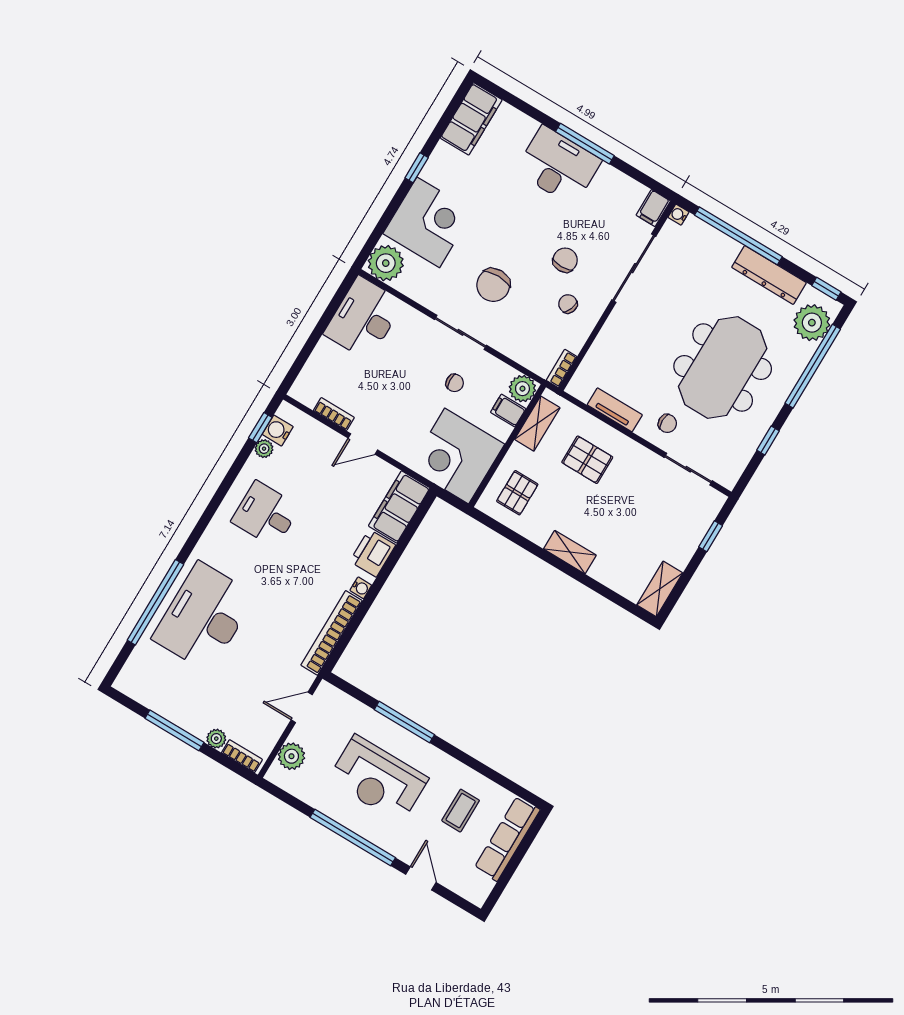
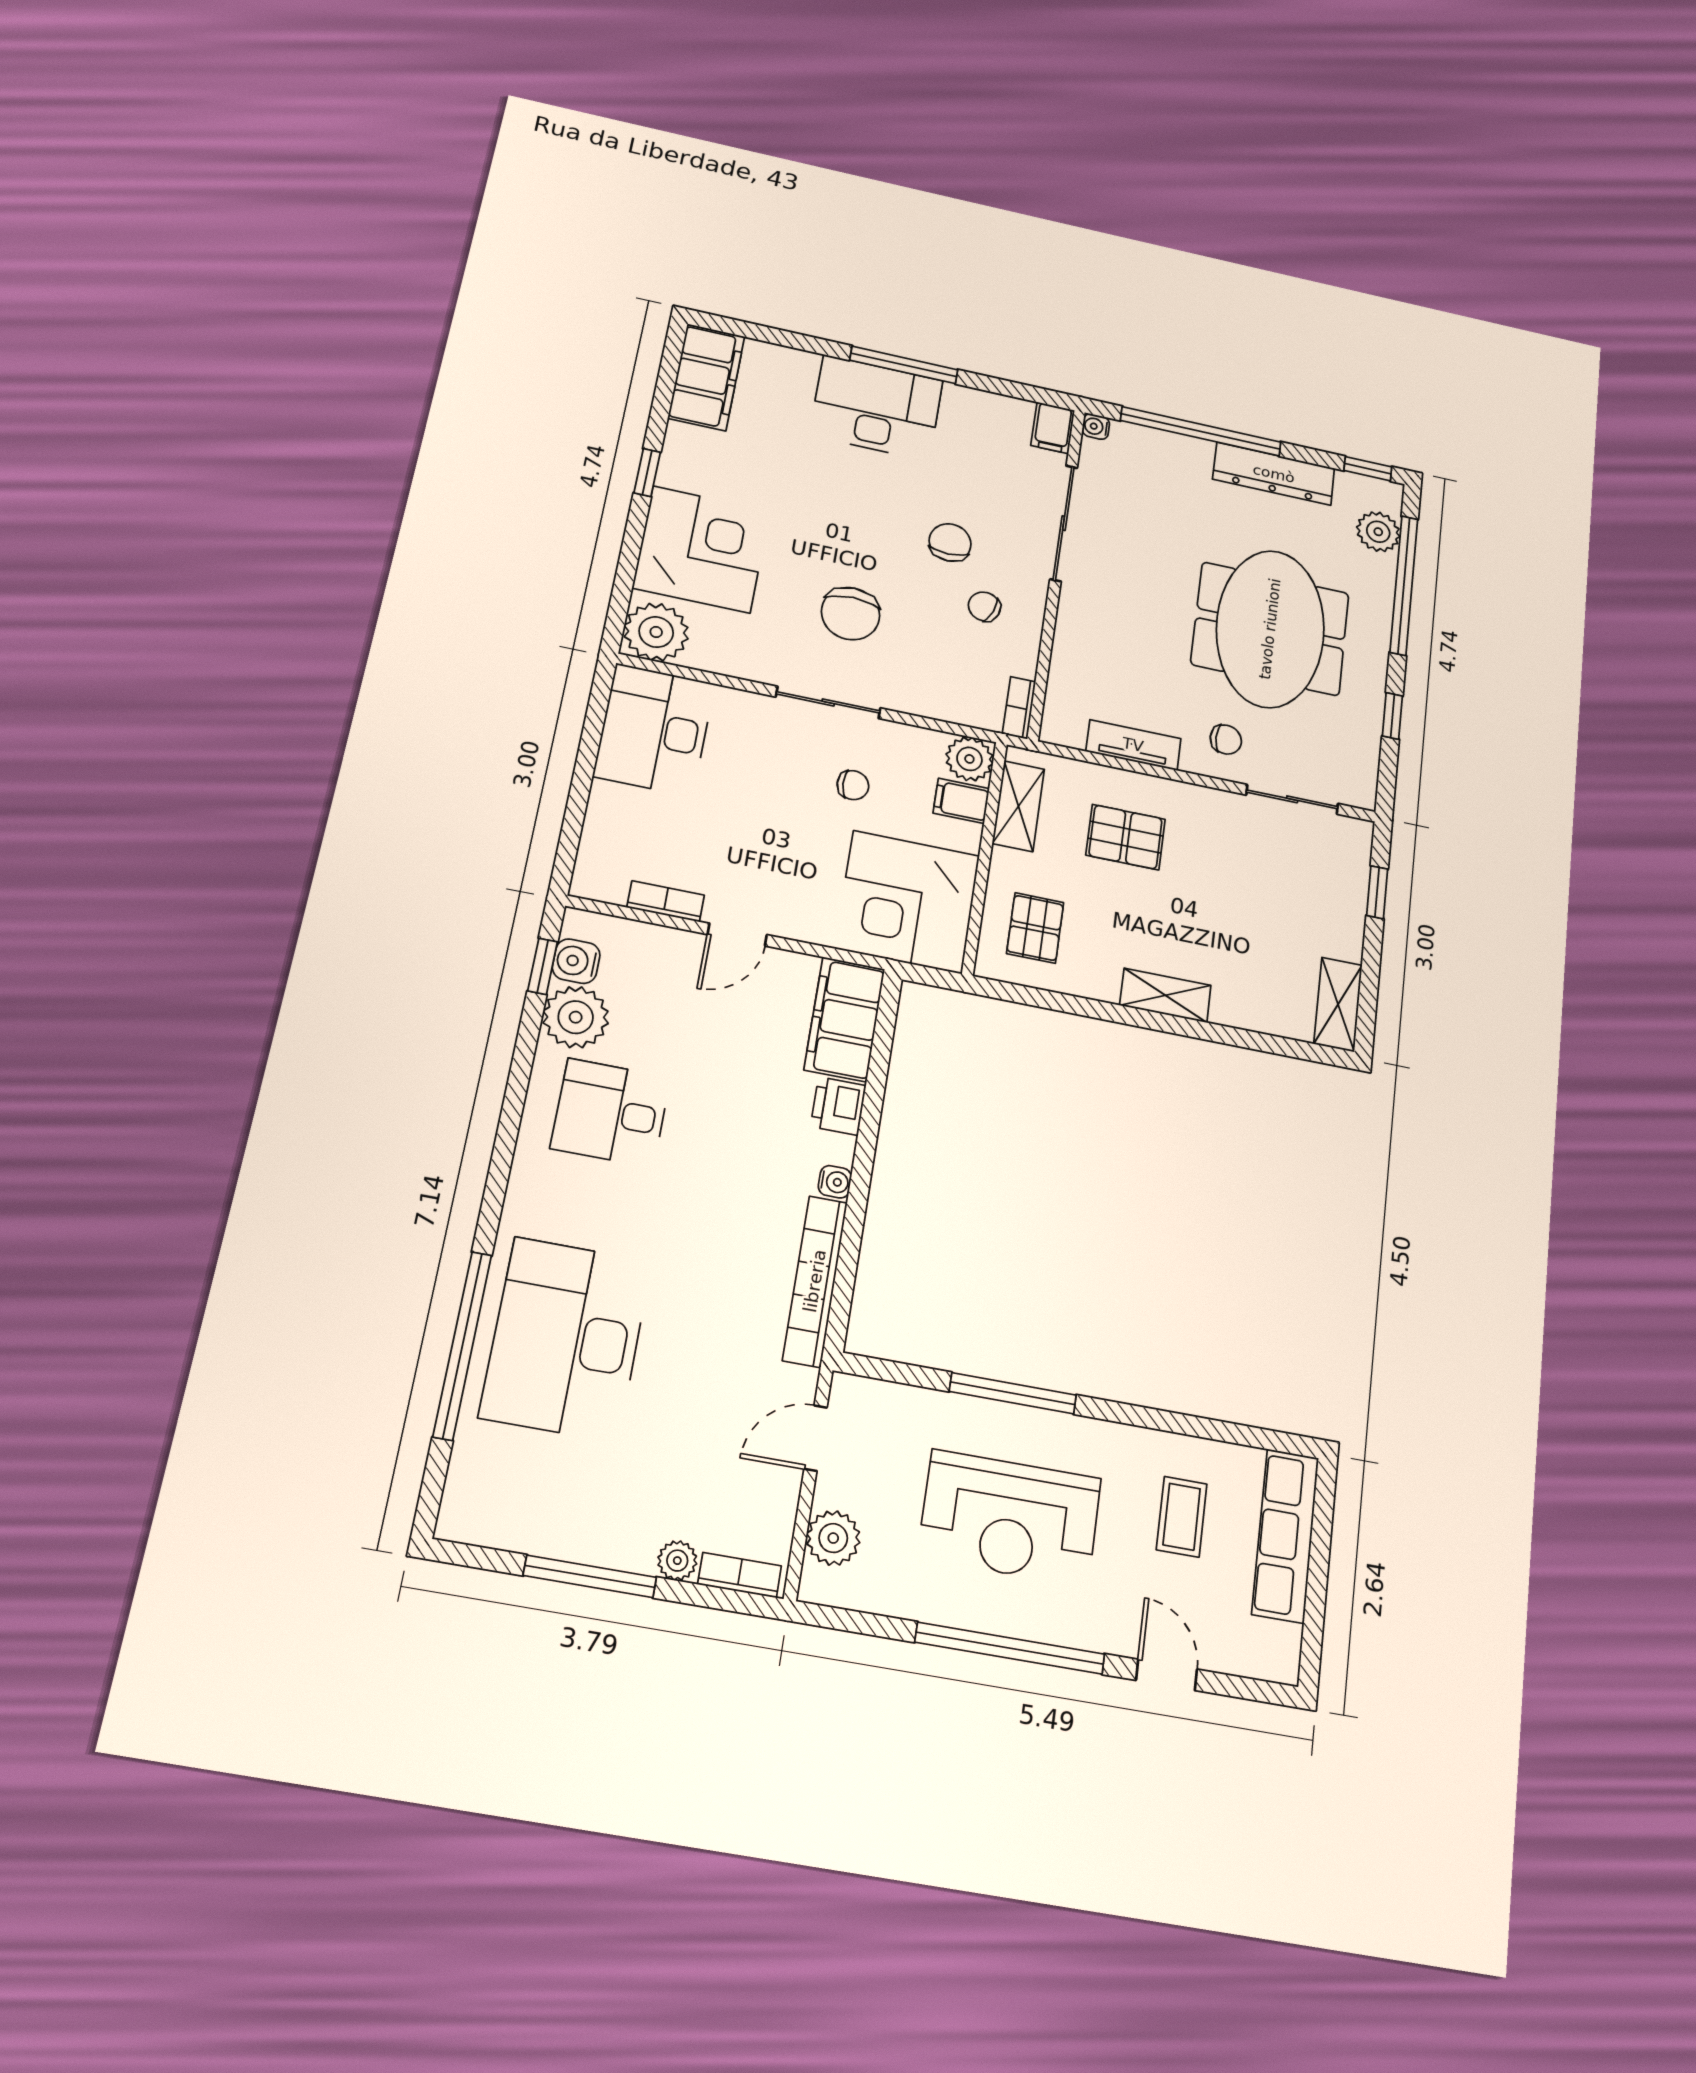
plant: (812, 323) -> (1378, 532), width x0.73, depth x0.73
plant: (264, 449) -> (576, 1017), width x1.87, depth x1.87
printer: (373, 553) -> (838, 1106), width x0.73, depth x0.81

